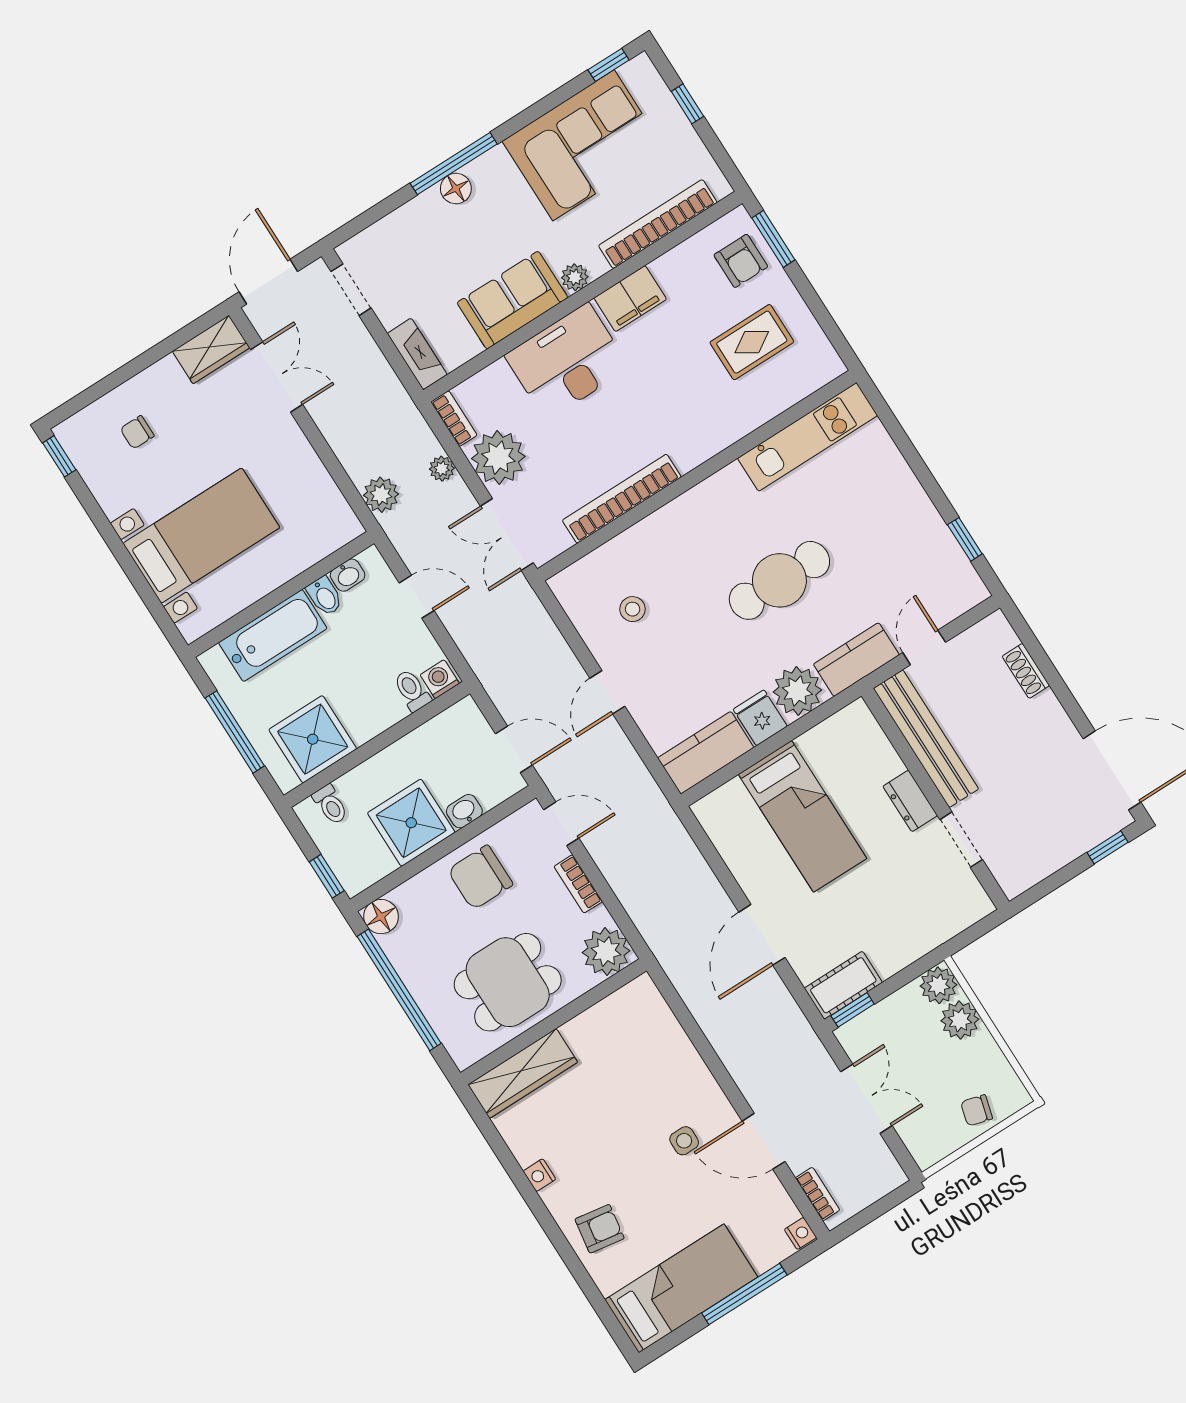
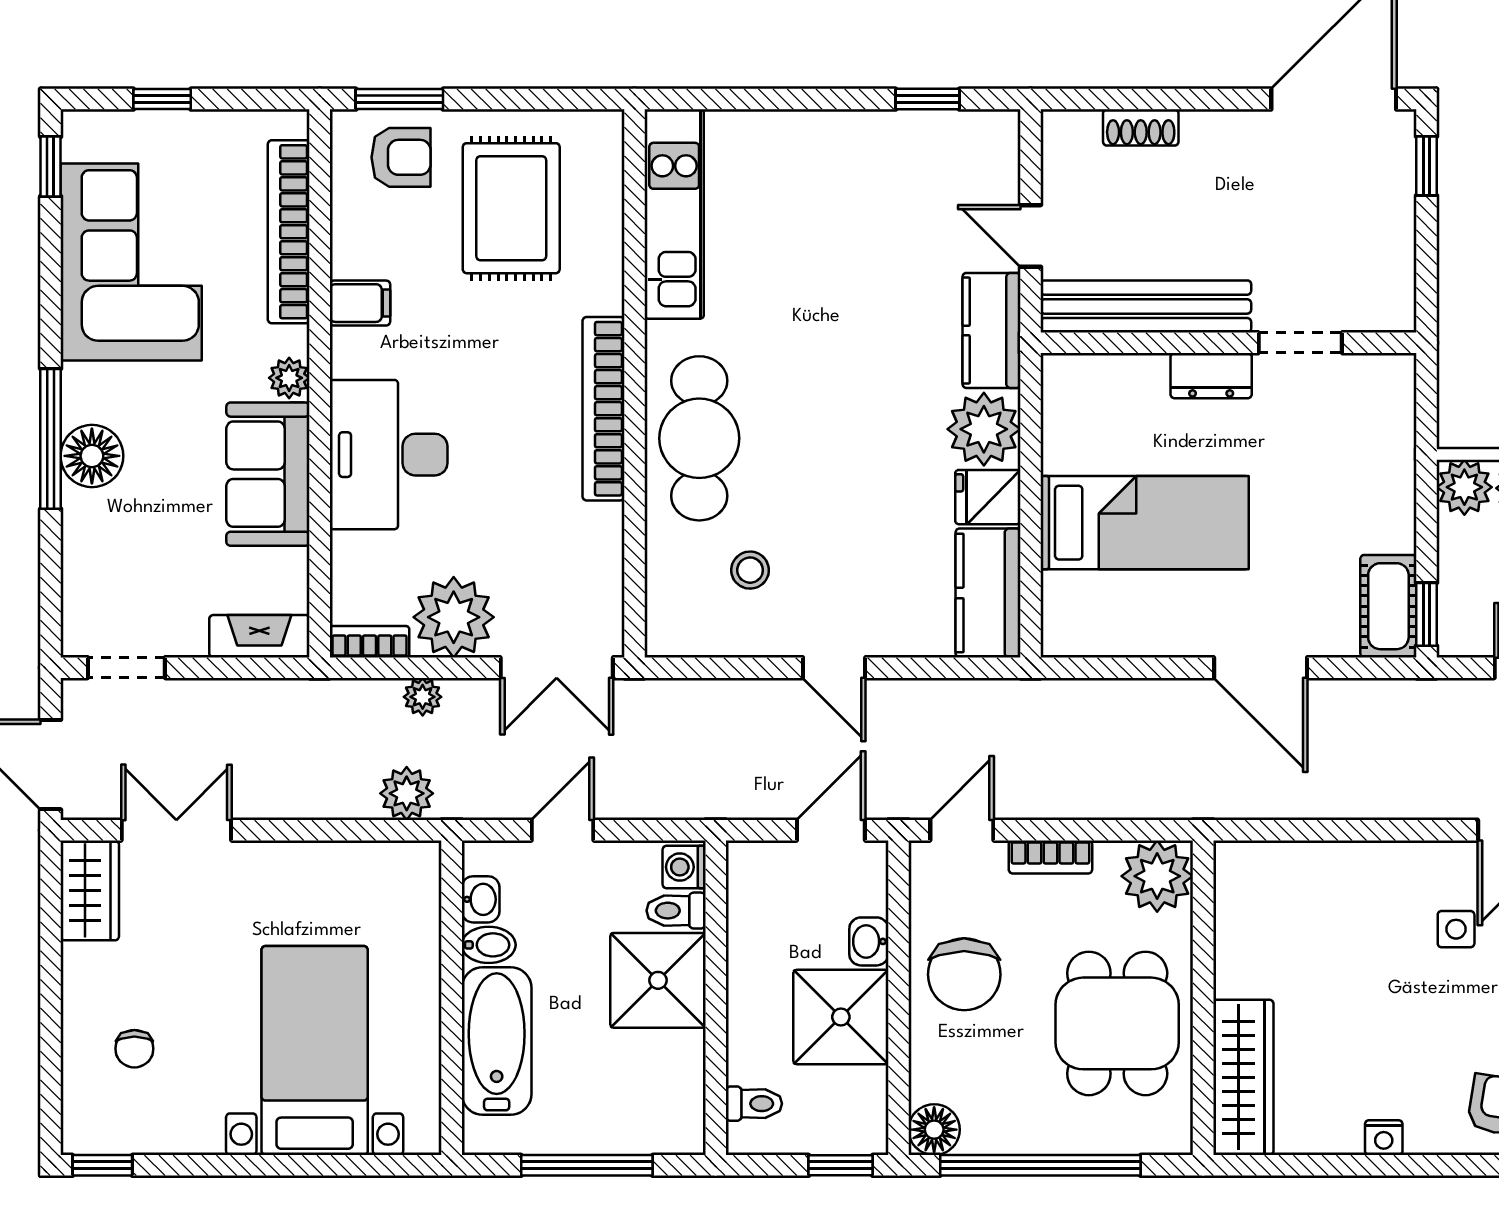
floor lamp: (456, 189) -> (92, 456), width x1.38, depth x1.38
filing cabinet: (630, 299) -> (360, 303), width x0.50
rug: (752, 342) -> (511, 208), width x1.36, depth x1.43
bookcase: (622, 499) -> (603, 409), moved
cafe table: (779, 580) -> (699, 438), moved
shower: (313, 739) -> (658, 980), moved

